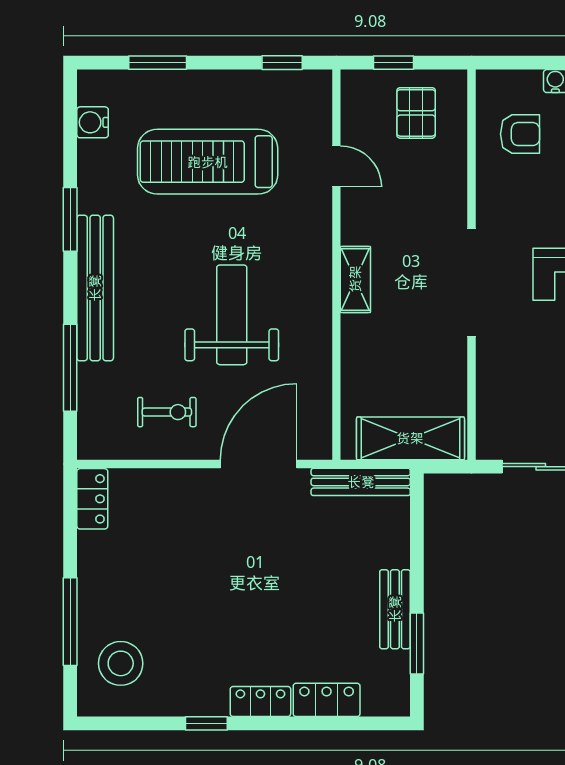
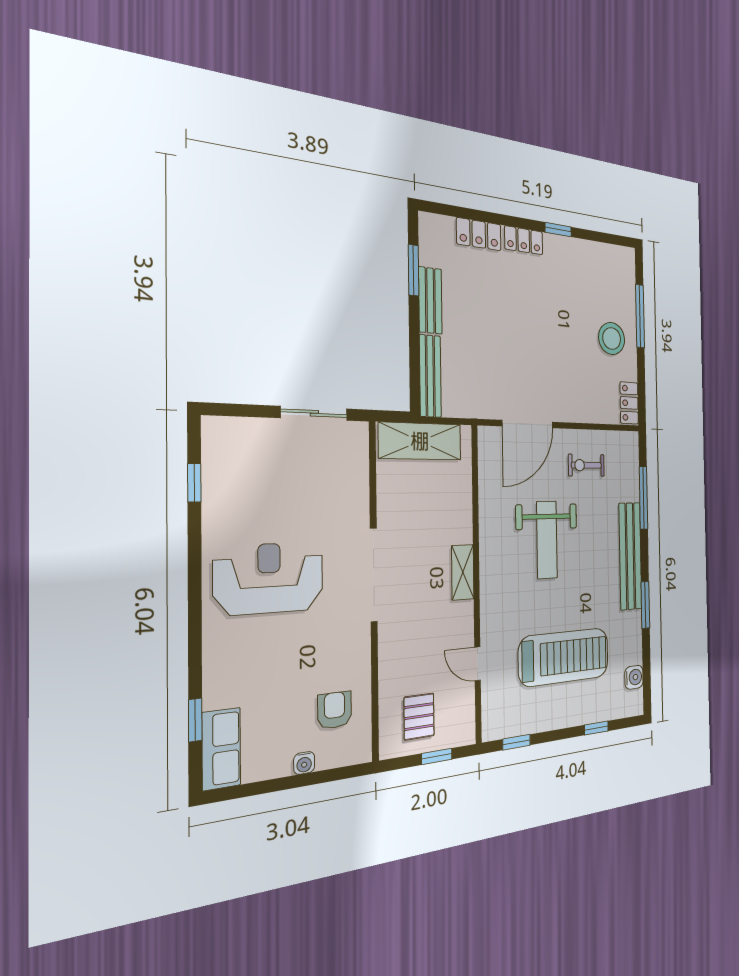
window: (158, 63) -> (596, 728), width x0.67
armchair: (520, 134) -> (335, 710), turned 90
bench: (361, 482) -> (430, 376), moved, turned 90
stool: (121, 663) -> (612, 338), moved

